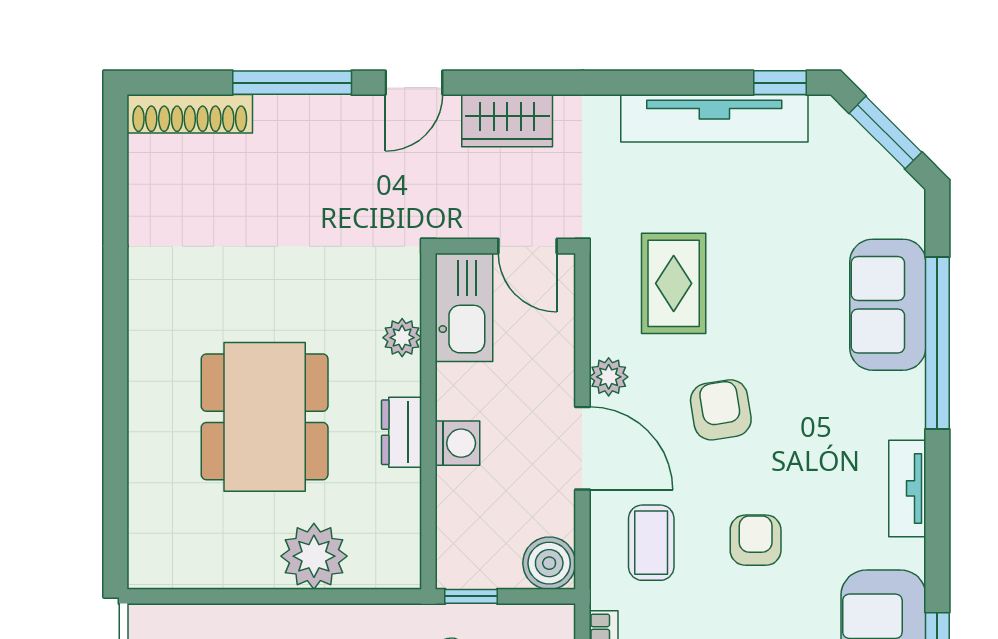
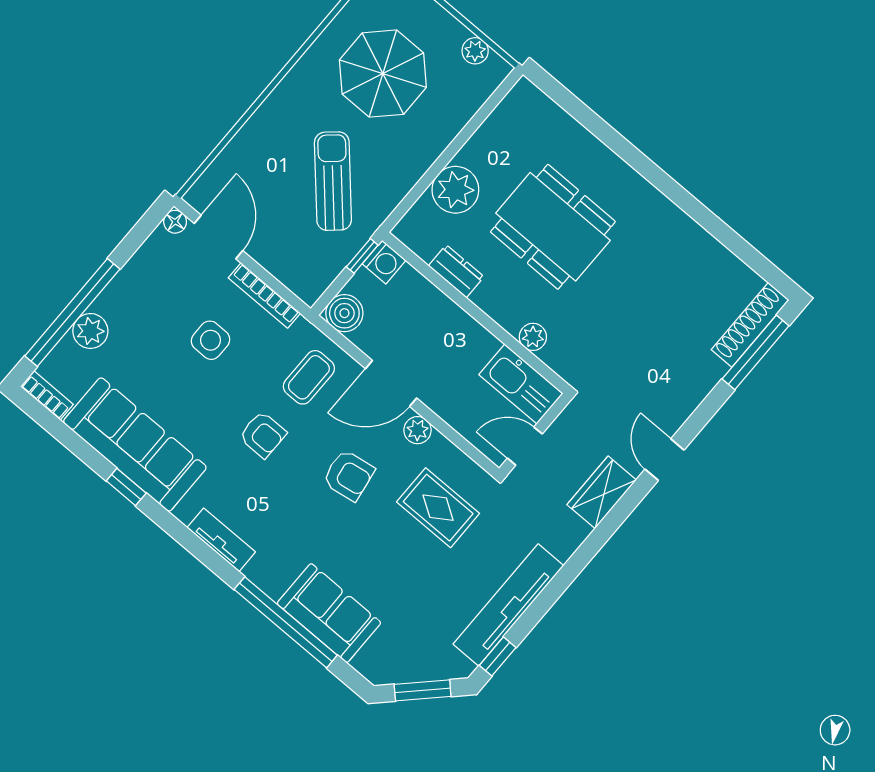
window: (292, 83) -> (756, 352), moved
dresser: (401, 432) -> (456, 271), moved
washing machine: (458, 443) -> (384, 262), moved, turned -90
coffee table: (651, 543) -> (309, 377), turned 90

